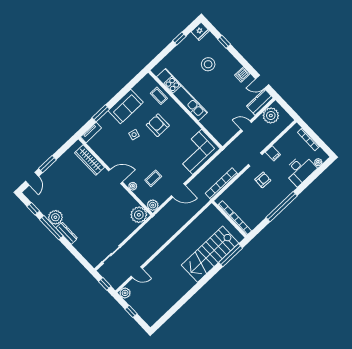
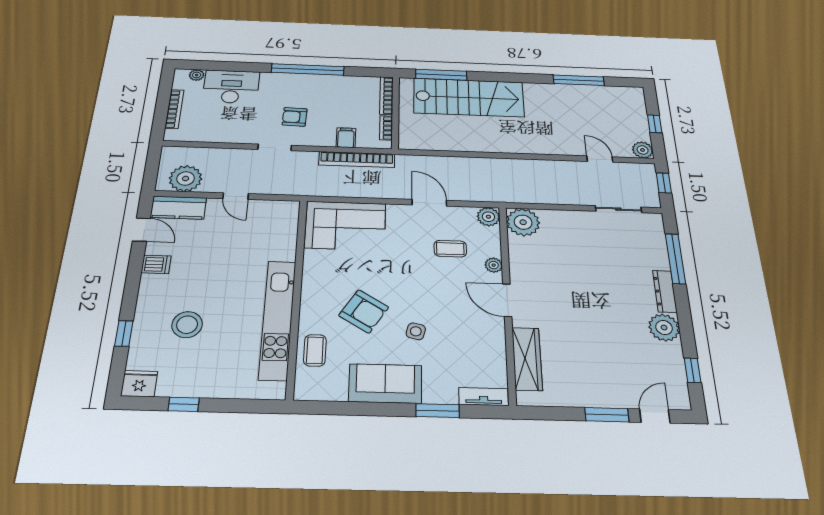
armchair: (158, 125) -> (364, 311), turned -58
filing cabinet: (273, 153) -> (346, 138), moved
window: (51, 228) -> (675, 259), moved
window: (178, 306) -> (579, 80), added

